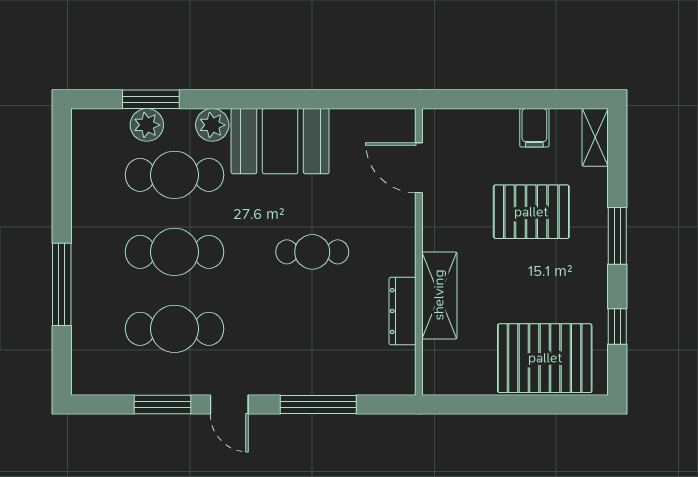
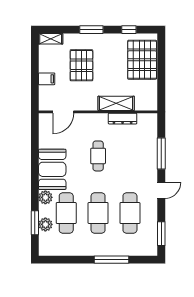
filing cabinet: (534, 128) -> (47, 79), moved
window: (162, 404) -> (161, 234), moved

